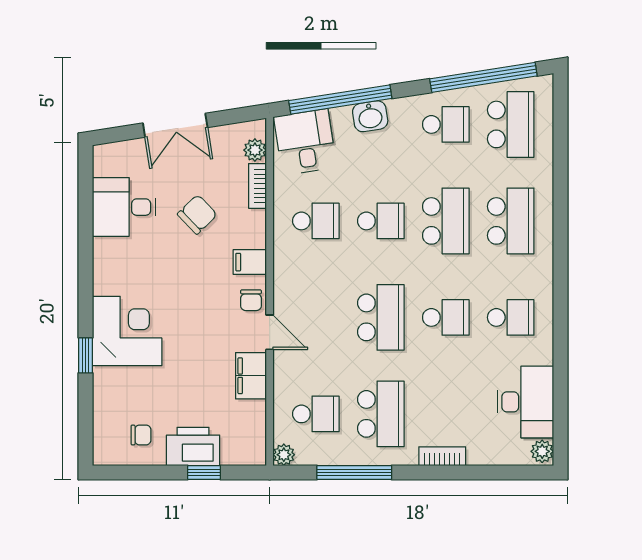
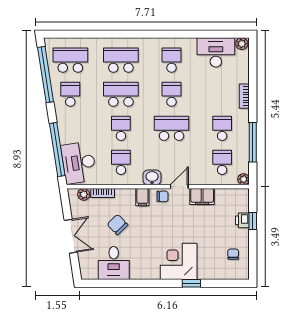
washbasin: (370, 116) -> (152, 177), moved, turned -81
desk: (305, 142) -> (79, 163), width x1.37
school desk: (381, 414) -> (222, 128), width x0.54
printer: (193, 446) -> (242, 220), width x0.53, depth x0.68

